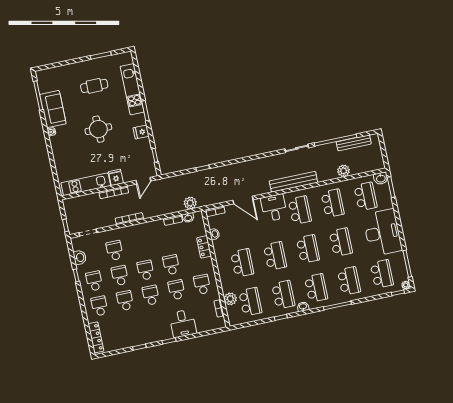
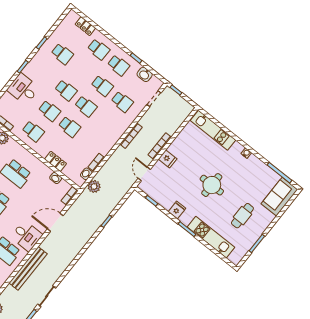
sofa: (53, 109) -> (279, 197), moved, turned 90
kitchen unit: (86, 184) -> (213, 130), moved, turned 90
school desk: (125, 301) -> (62, 54), moved
locker: (96, 337) -> (85, 26), width x0.66

